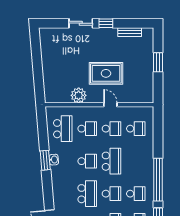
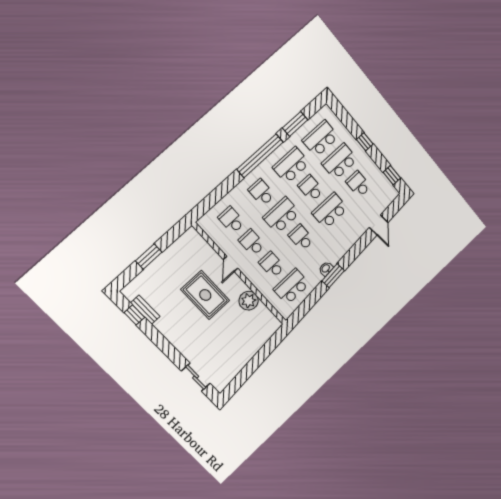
sliding door: (81, 23) -> (196, 377), moved
window: (106, 23) -> (134, 315), moved
school desk: (136, 161) -> (261, 192), added
school desk: (136, 194) -> (291, 165), width x1.85

